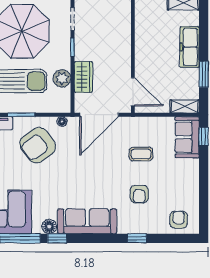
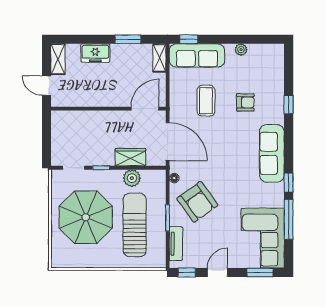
freezer: (190, 47) -> (95, 53), width x0.71
sofa: (187, 137) -> (197, 55), width x1.36
coffee table: (141, 154) -> (206, 101), width x1.36, depth x1.30
plant: (193, 190) -> (241, 50), added
armchair: (179, 220) -> (270, 64), removed
floor lamp: (49, 227) -> (277, 191), removed

